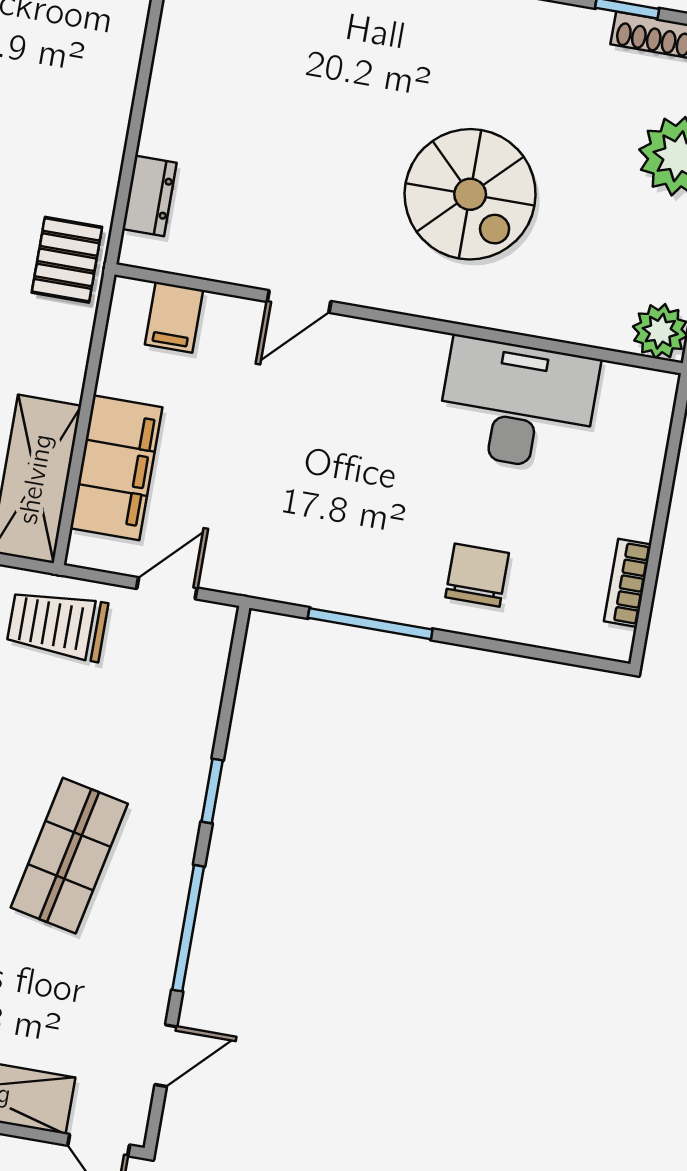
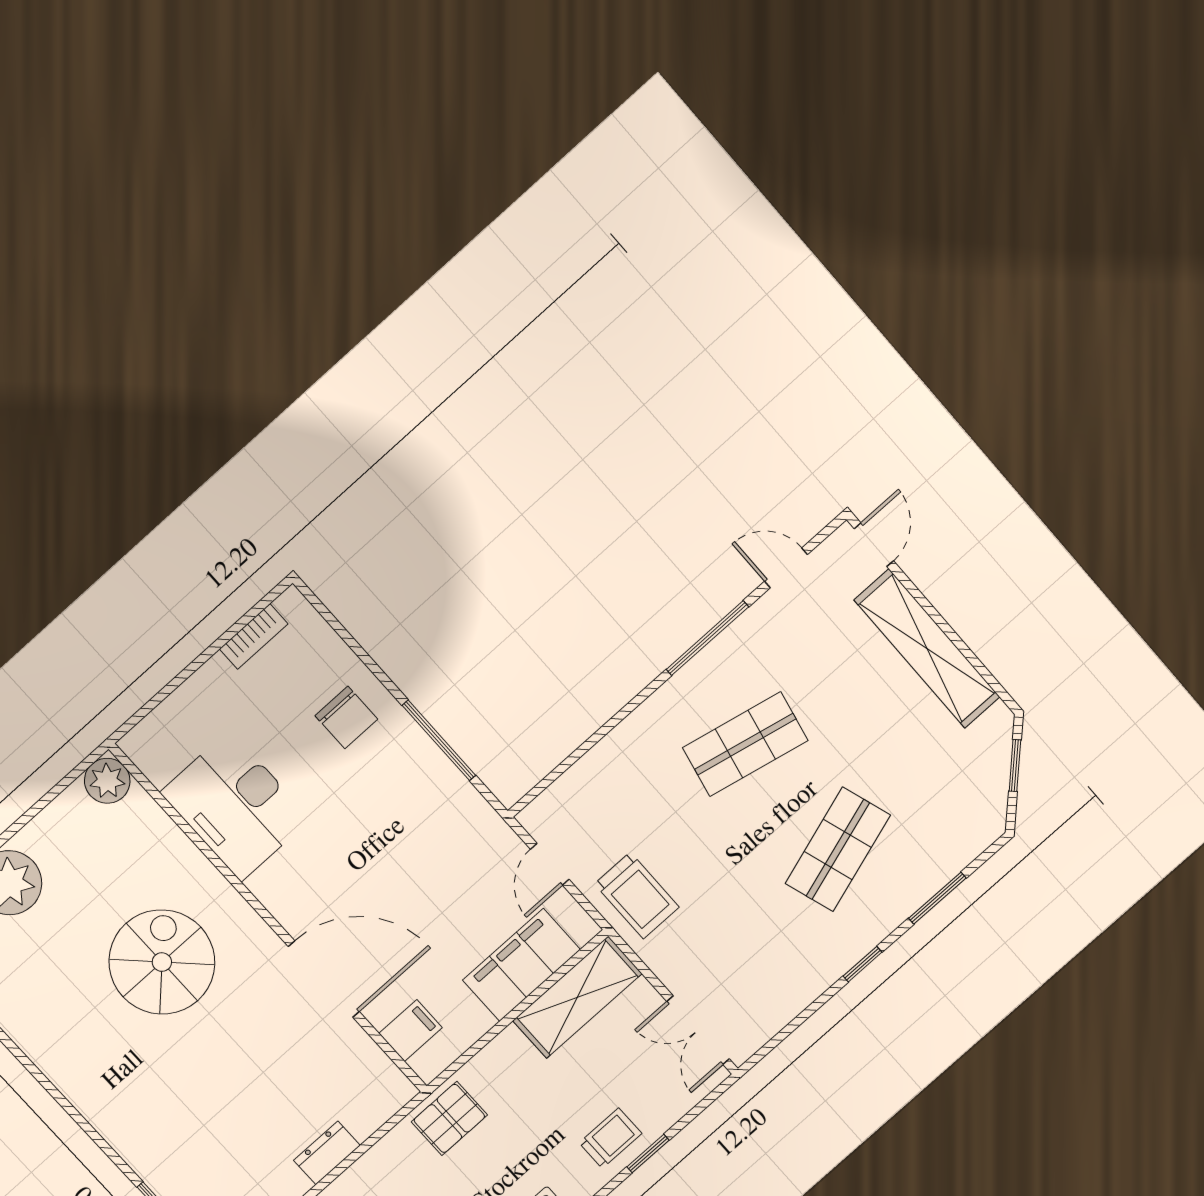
dresser: (149, 196) -> (327, 1153), moved
door: (299, 301) -> (324, 979), width x1.87
chair: (477, 575) -> (346, 717), turned -90
door: (167, 588) -> (550, 864), hinge flipped
window: (212, 791) -> (623, 713), removed

